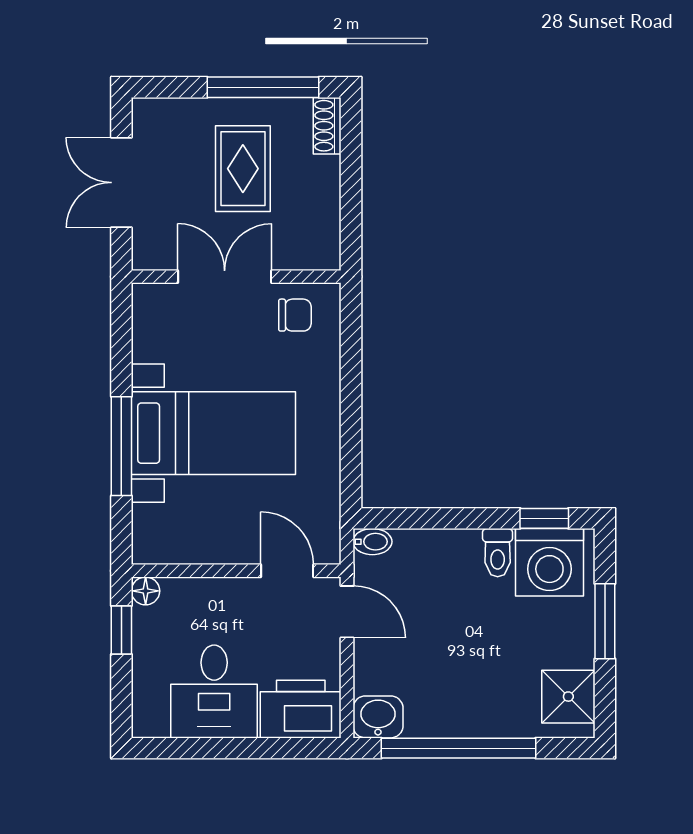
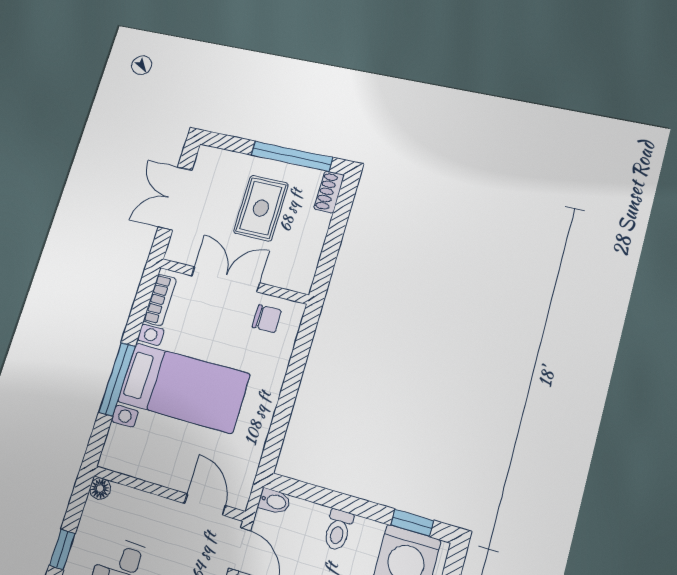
bookcase: (145, 326) -> (160, 300), added
toilet: (498, 553) -> (338, 530), moved
window: (121, 630) -> (62, 549), moved

